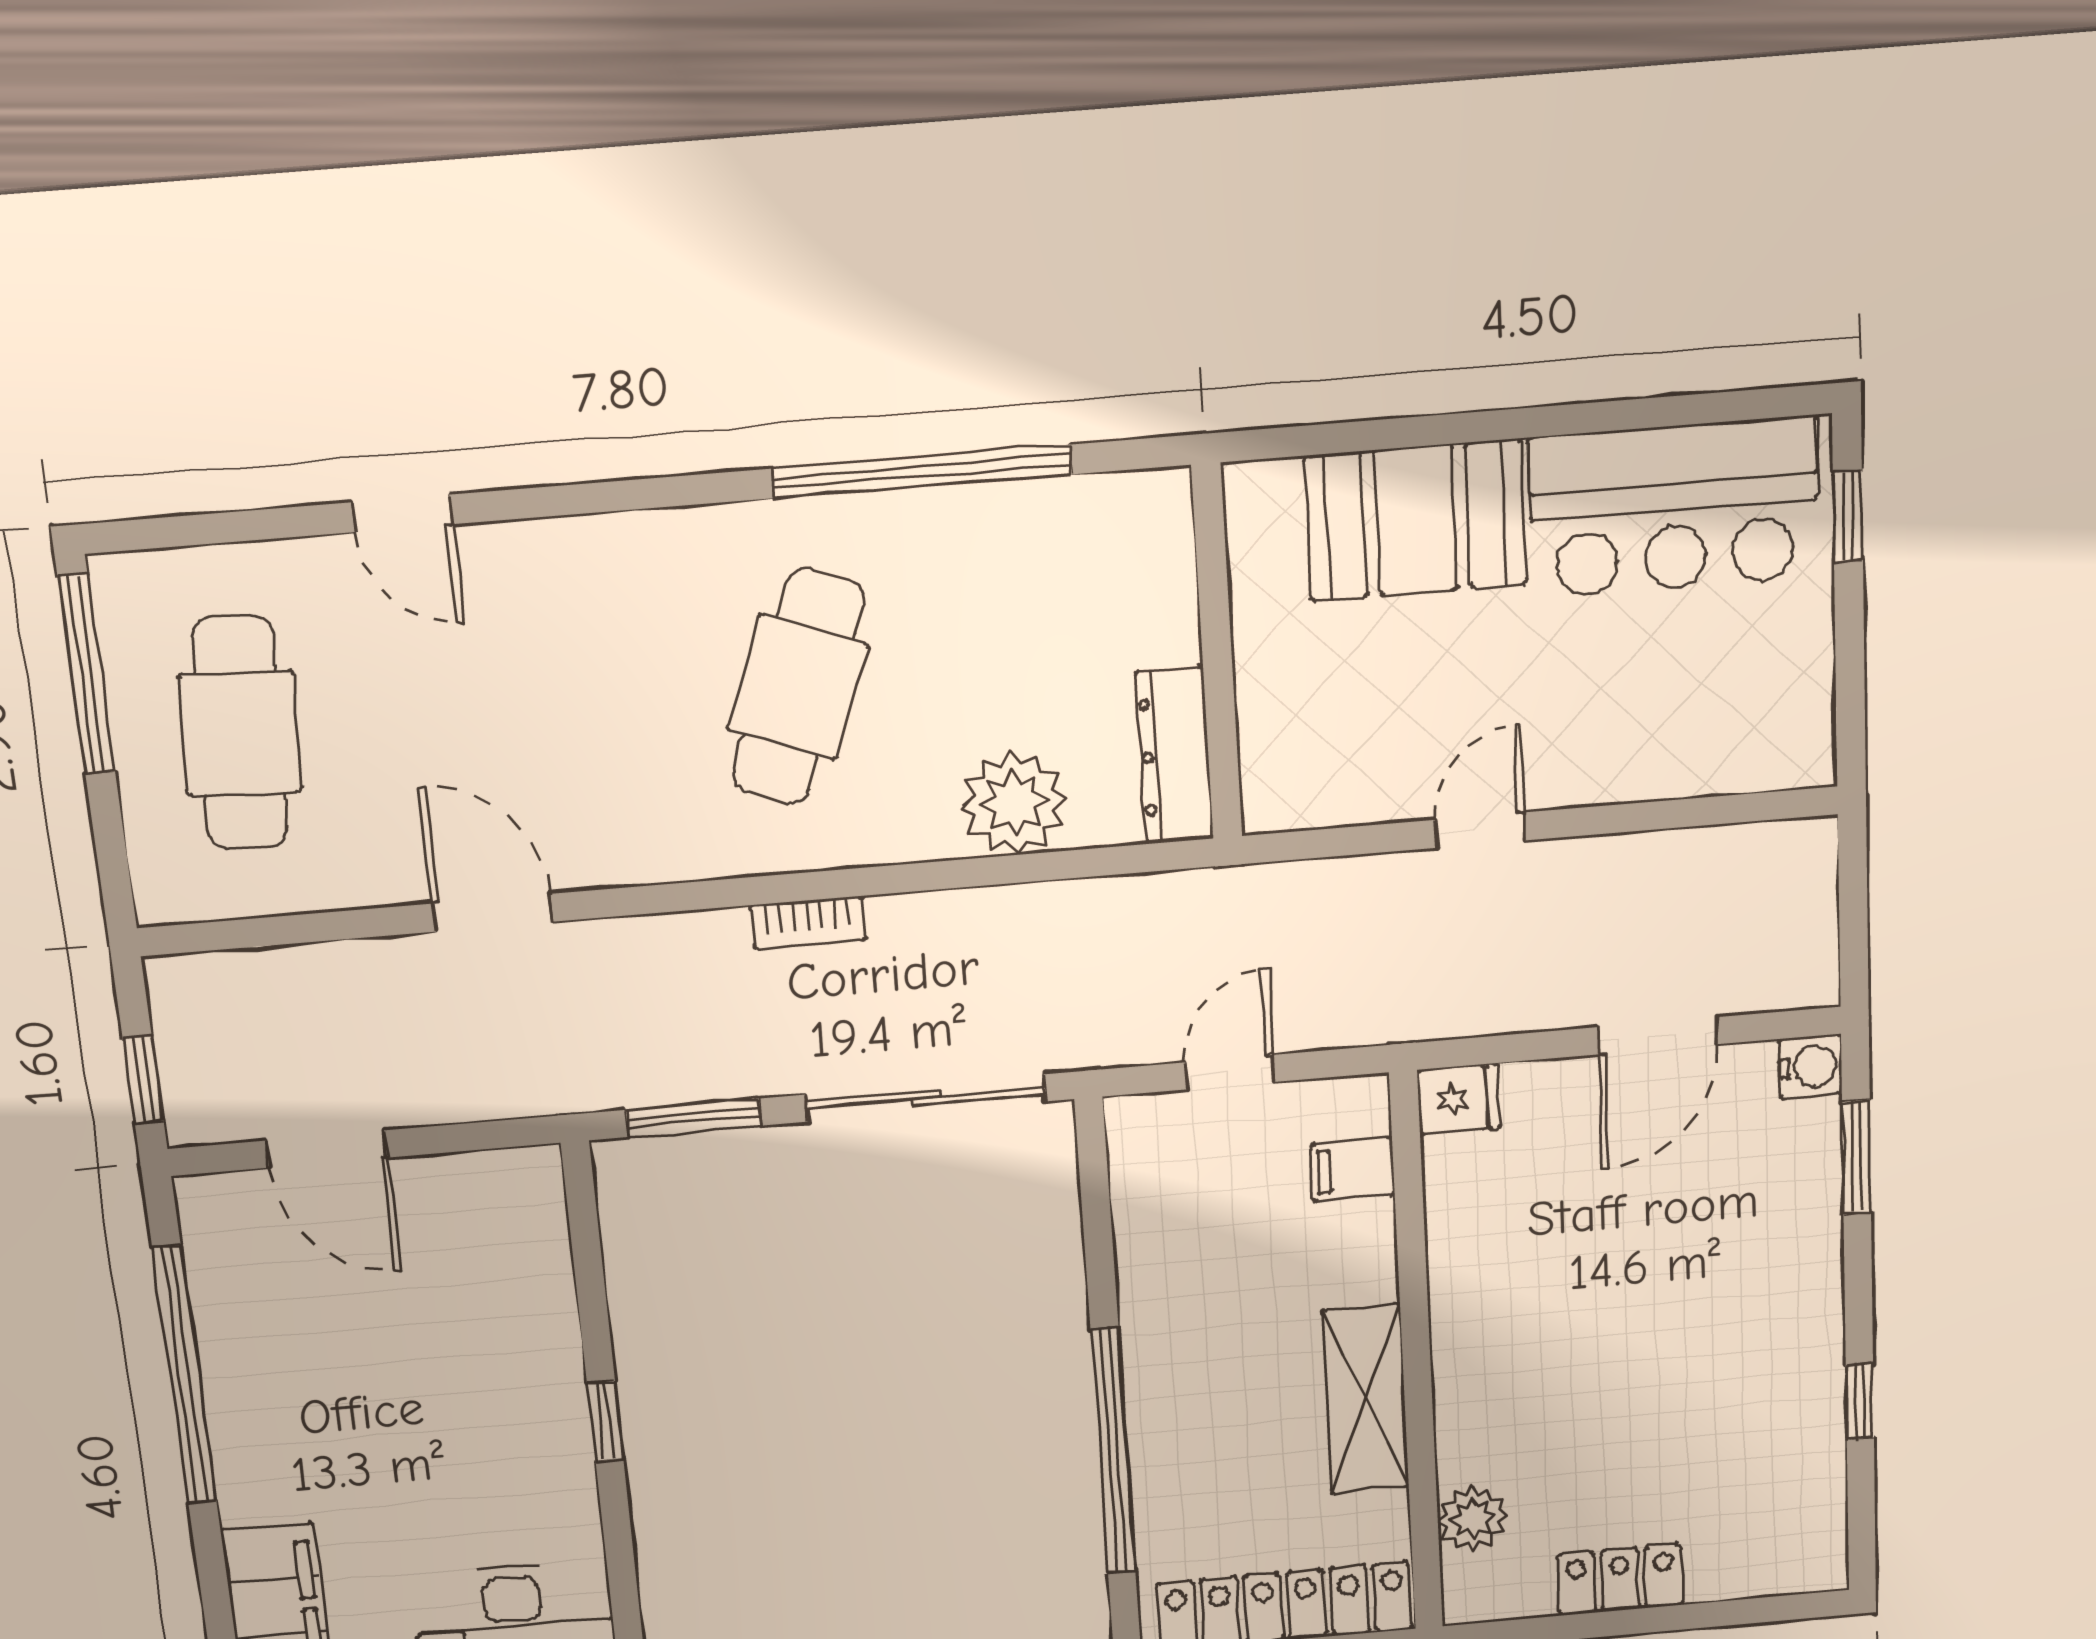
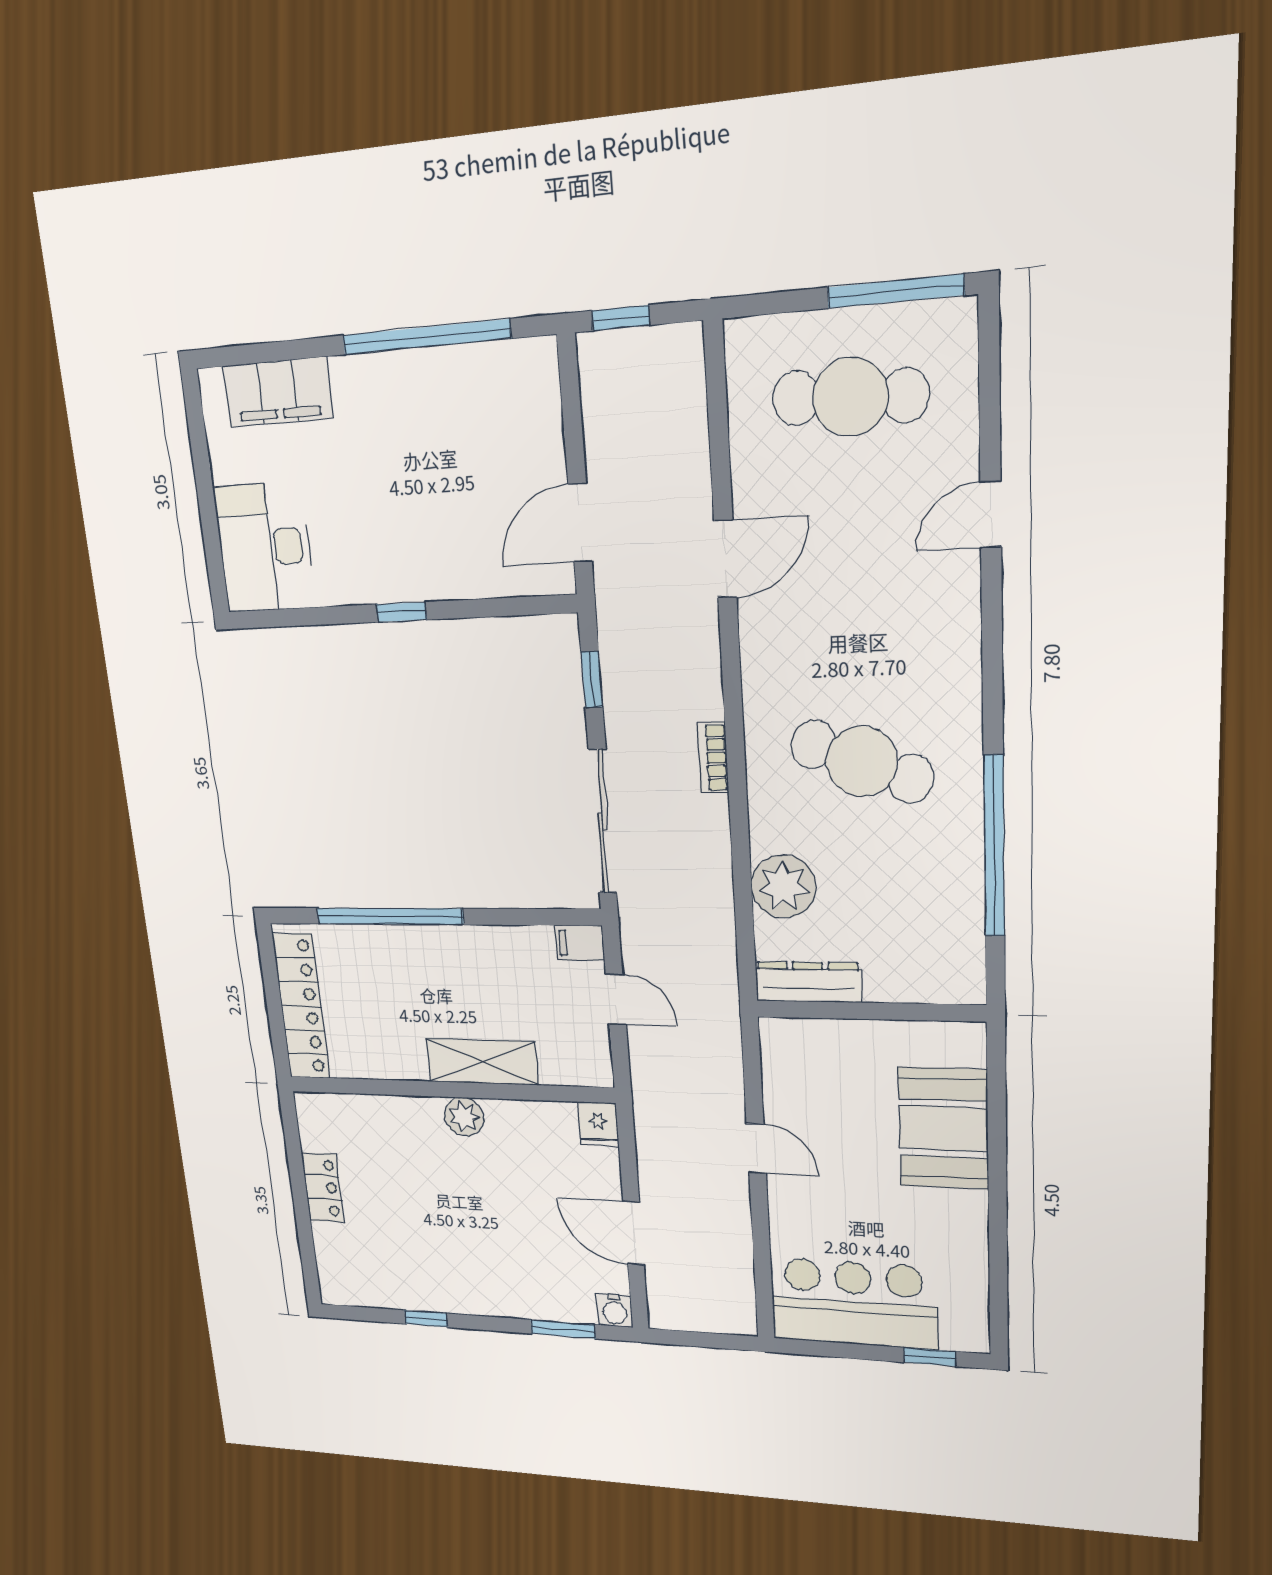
bar counter: (1674, 507) -> (854, 1303), moved, turned 90
window: (694, 1118) -> (592, 679), width x0.67
door: (327, 1149) -> (580, 523), moved
filing cabinet: (1353, 1170) -> (580, 943), moved, turned -90
shelving: (1366, 1399) -> (482, 1062), moved
plant: (1473, 1518) -> (464, 1117), moved

